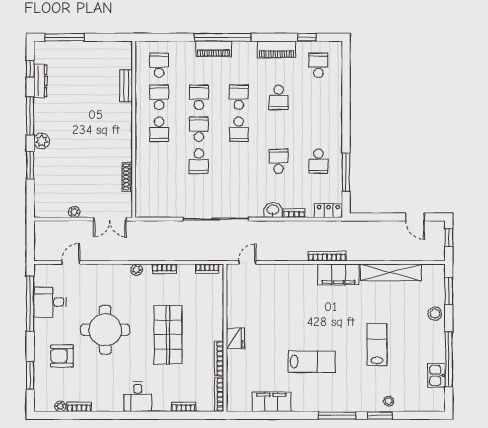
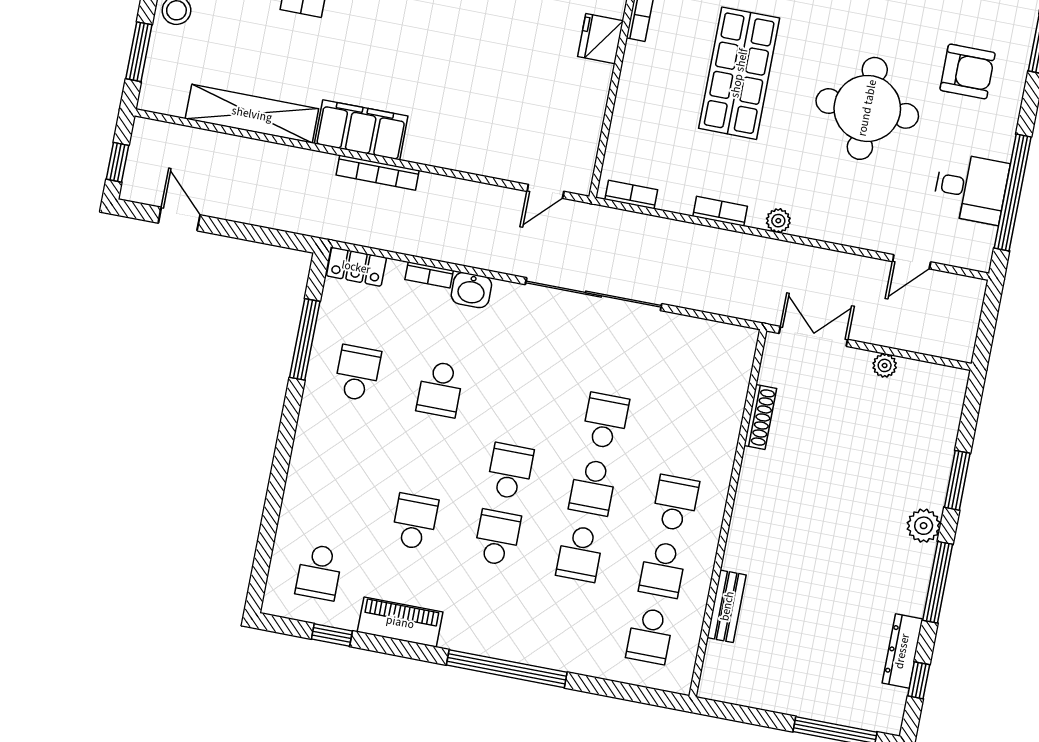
piano: (214, 49) -> (530, 648), removed
school desk: (239, 97) -> (497, 538), turned 180

